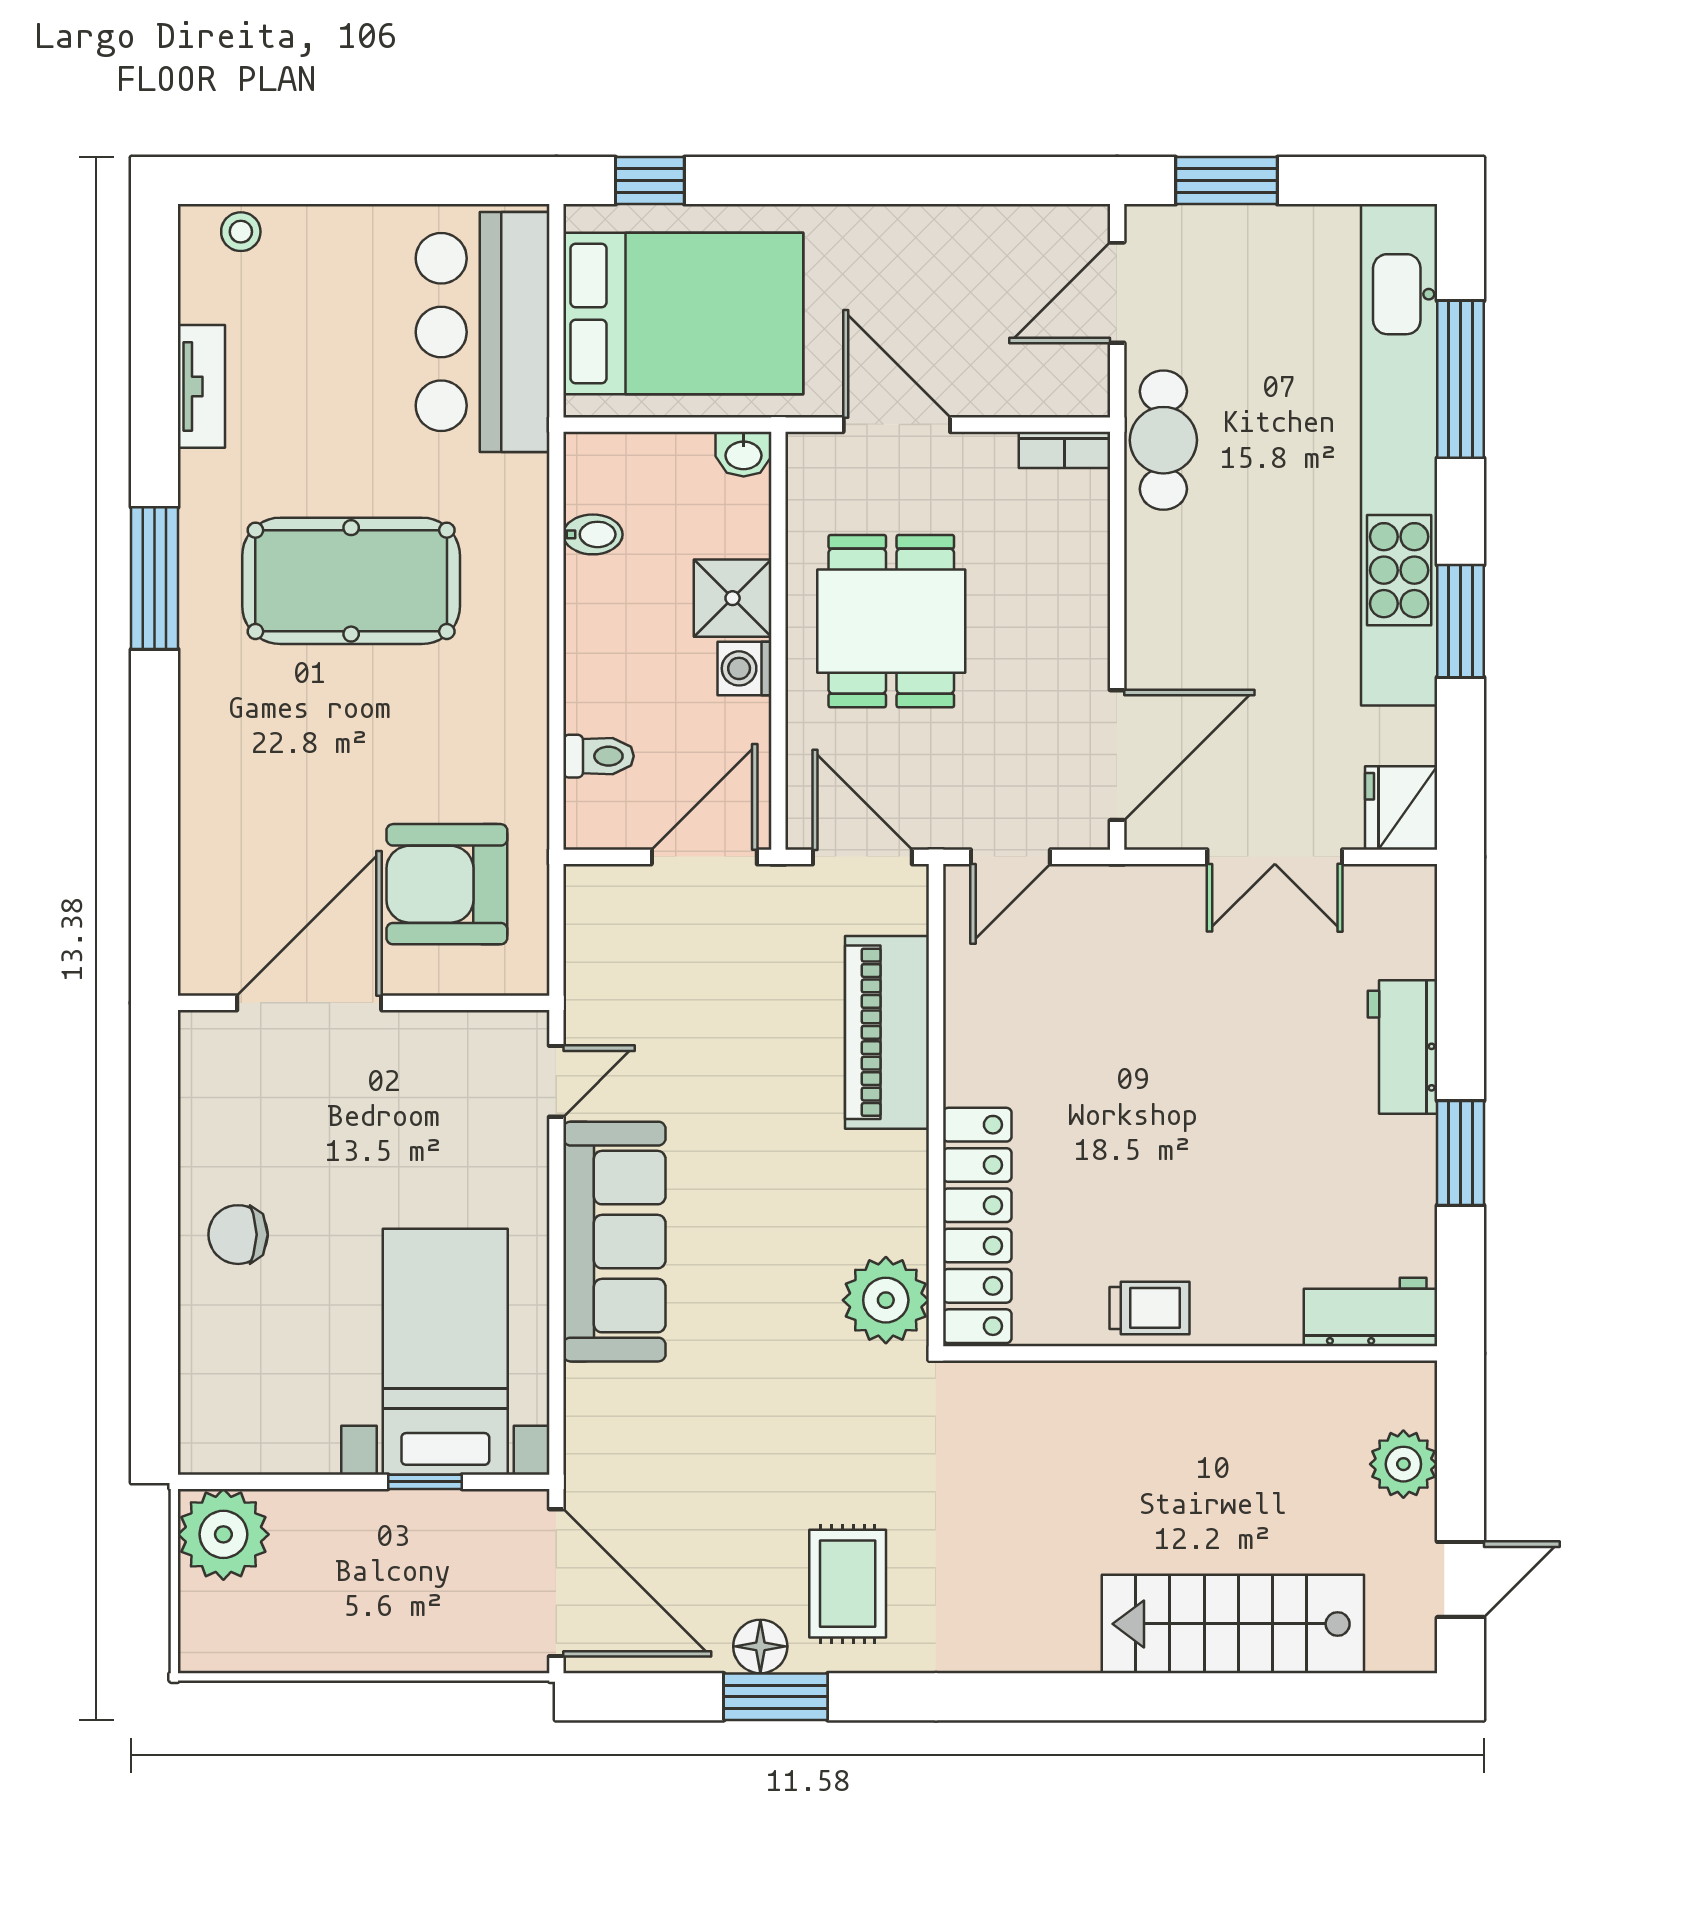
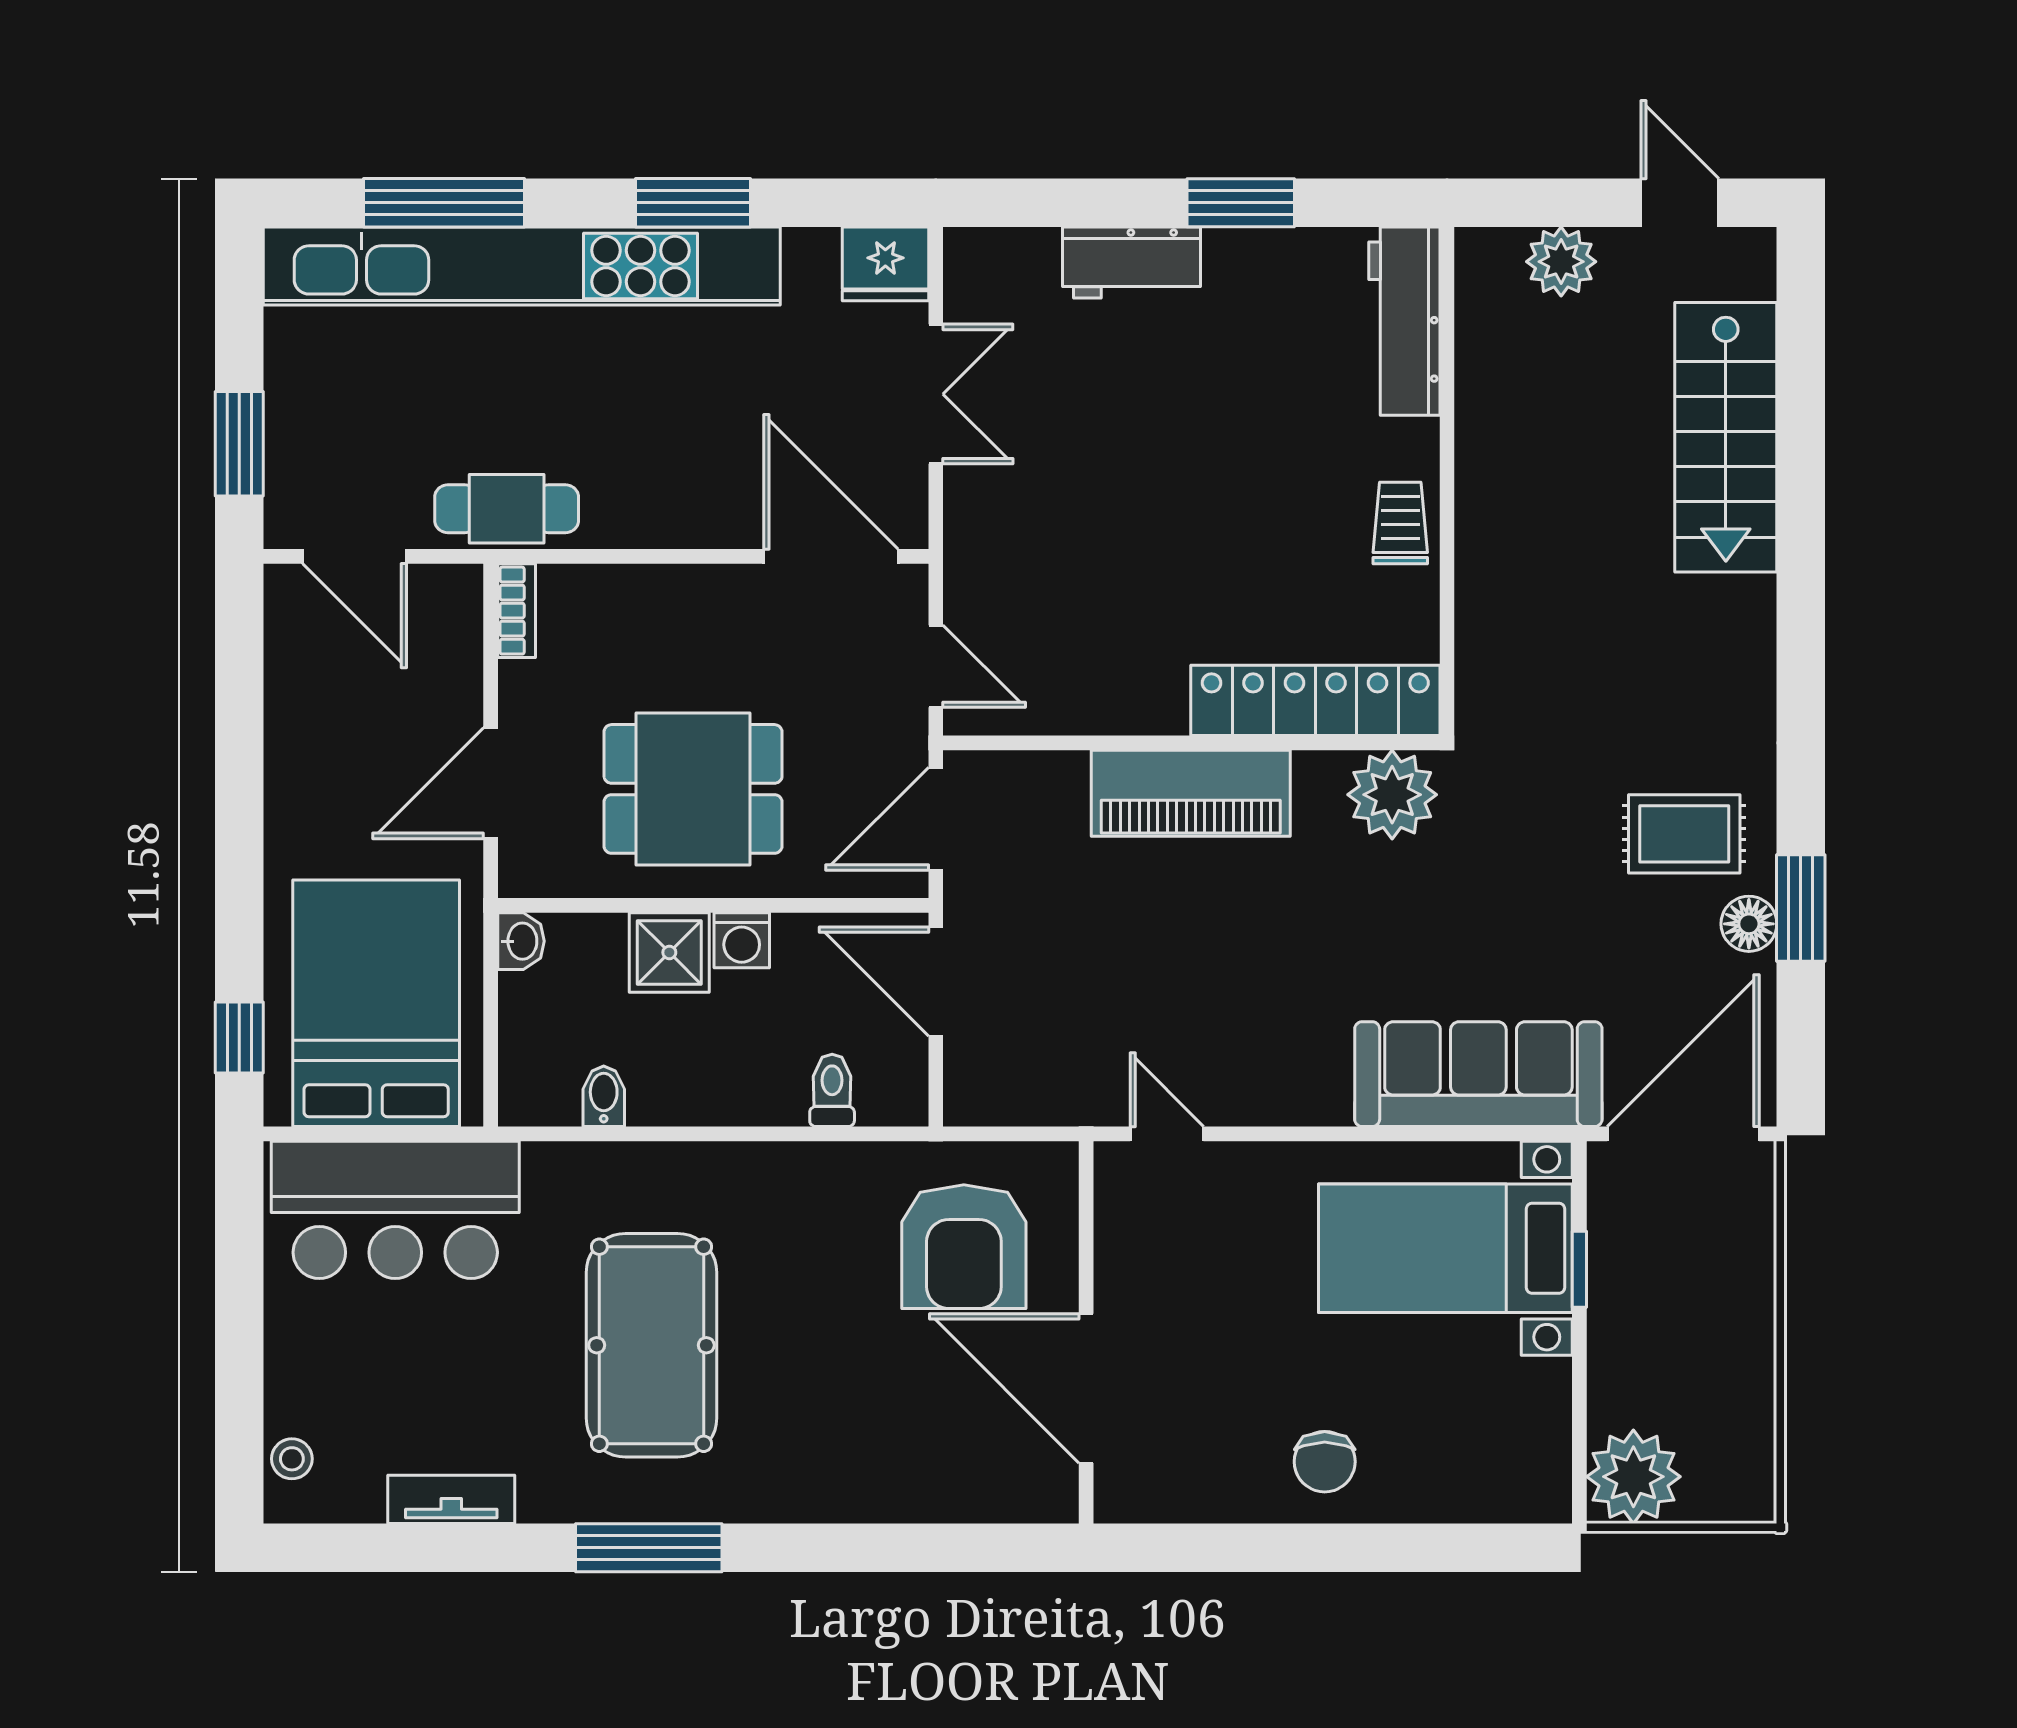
piano: (887, 1032) -> (1191, 793), moved
sofa: (614, 1242) -> (1478, 1074), moved
workbench: (1371, 1312) -> (1404, 321), width x1.38

